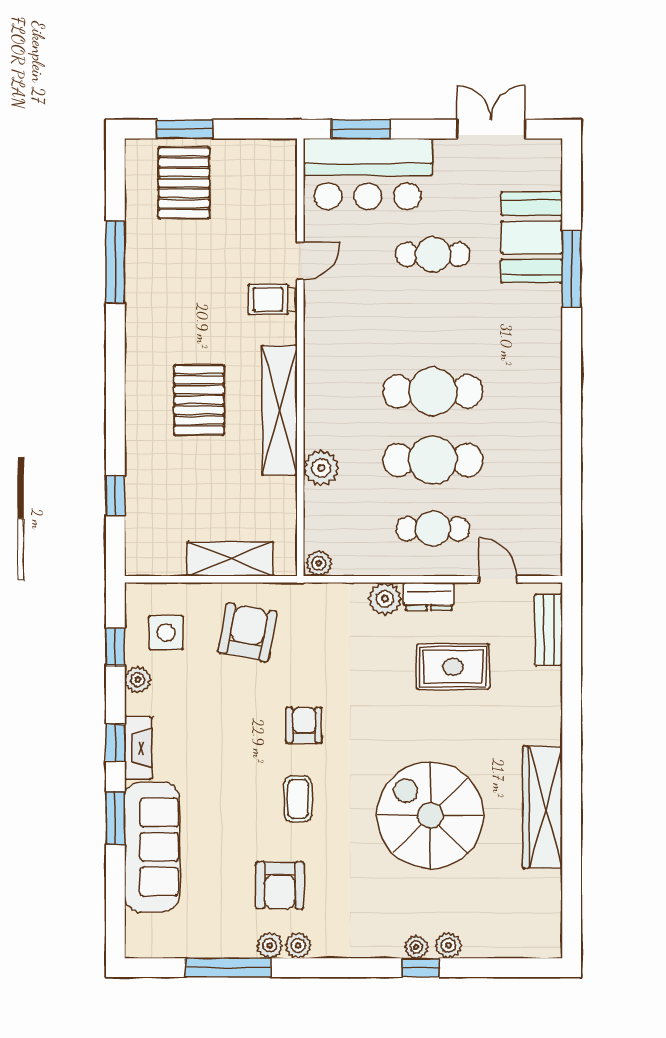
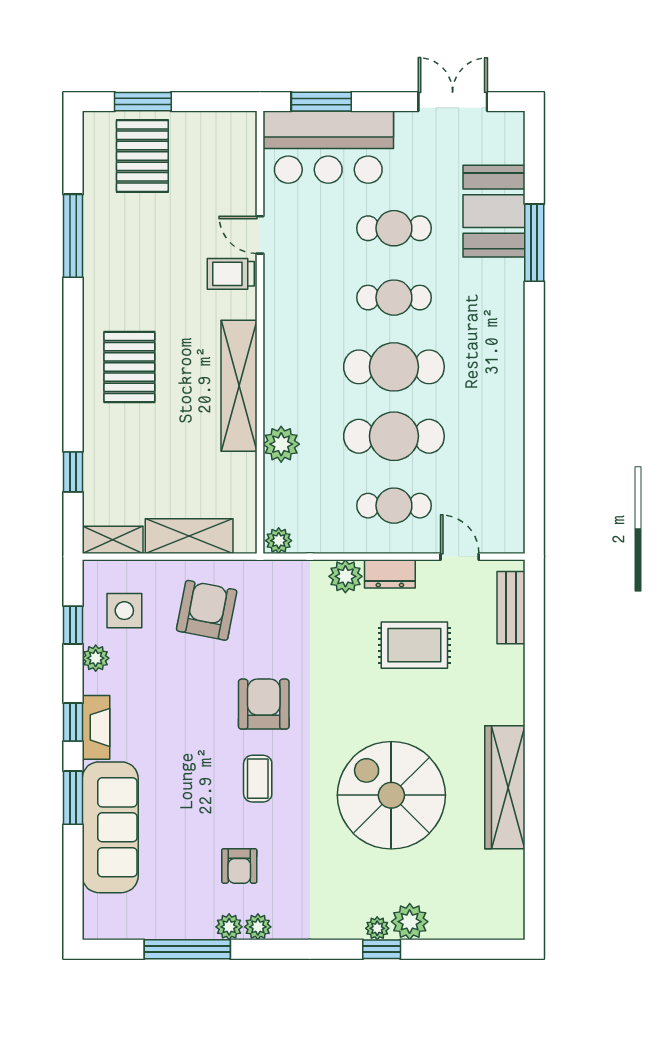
door: (300, 261) -> (260, 235), swing flipped
cafe table: (433, 323) -> (394, 298), added
pallet: (199, 400) -> (129, 367), moved
shelving: (155, 563) -> (113, 540), added
armchair: (304, 725) -> (264, 704), width x1.38, depth x1.38
armchair: (280, 885) -> (239, 866), width x0.72, depth x0.72
plant: (448, 945) -> (410, 922), width x1.38, depth x1.38

